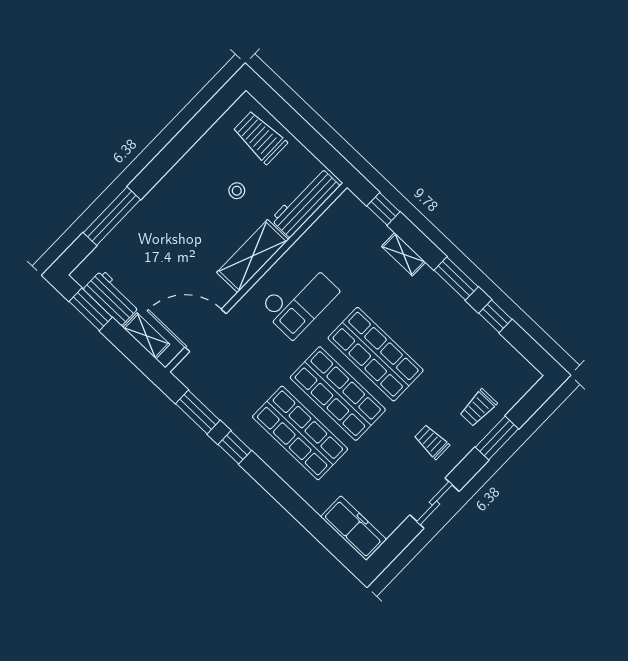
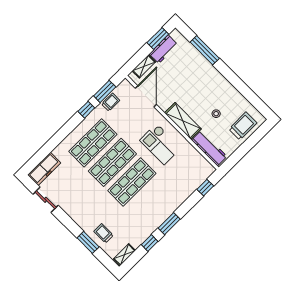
shelving: (404, 254) -> (124, 255), moved
trolley: (432, 442) -> (111, 102), moved
sliding door: (435, 503) -> (46, 200), moved

